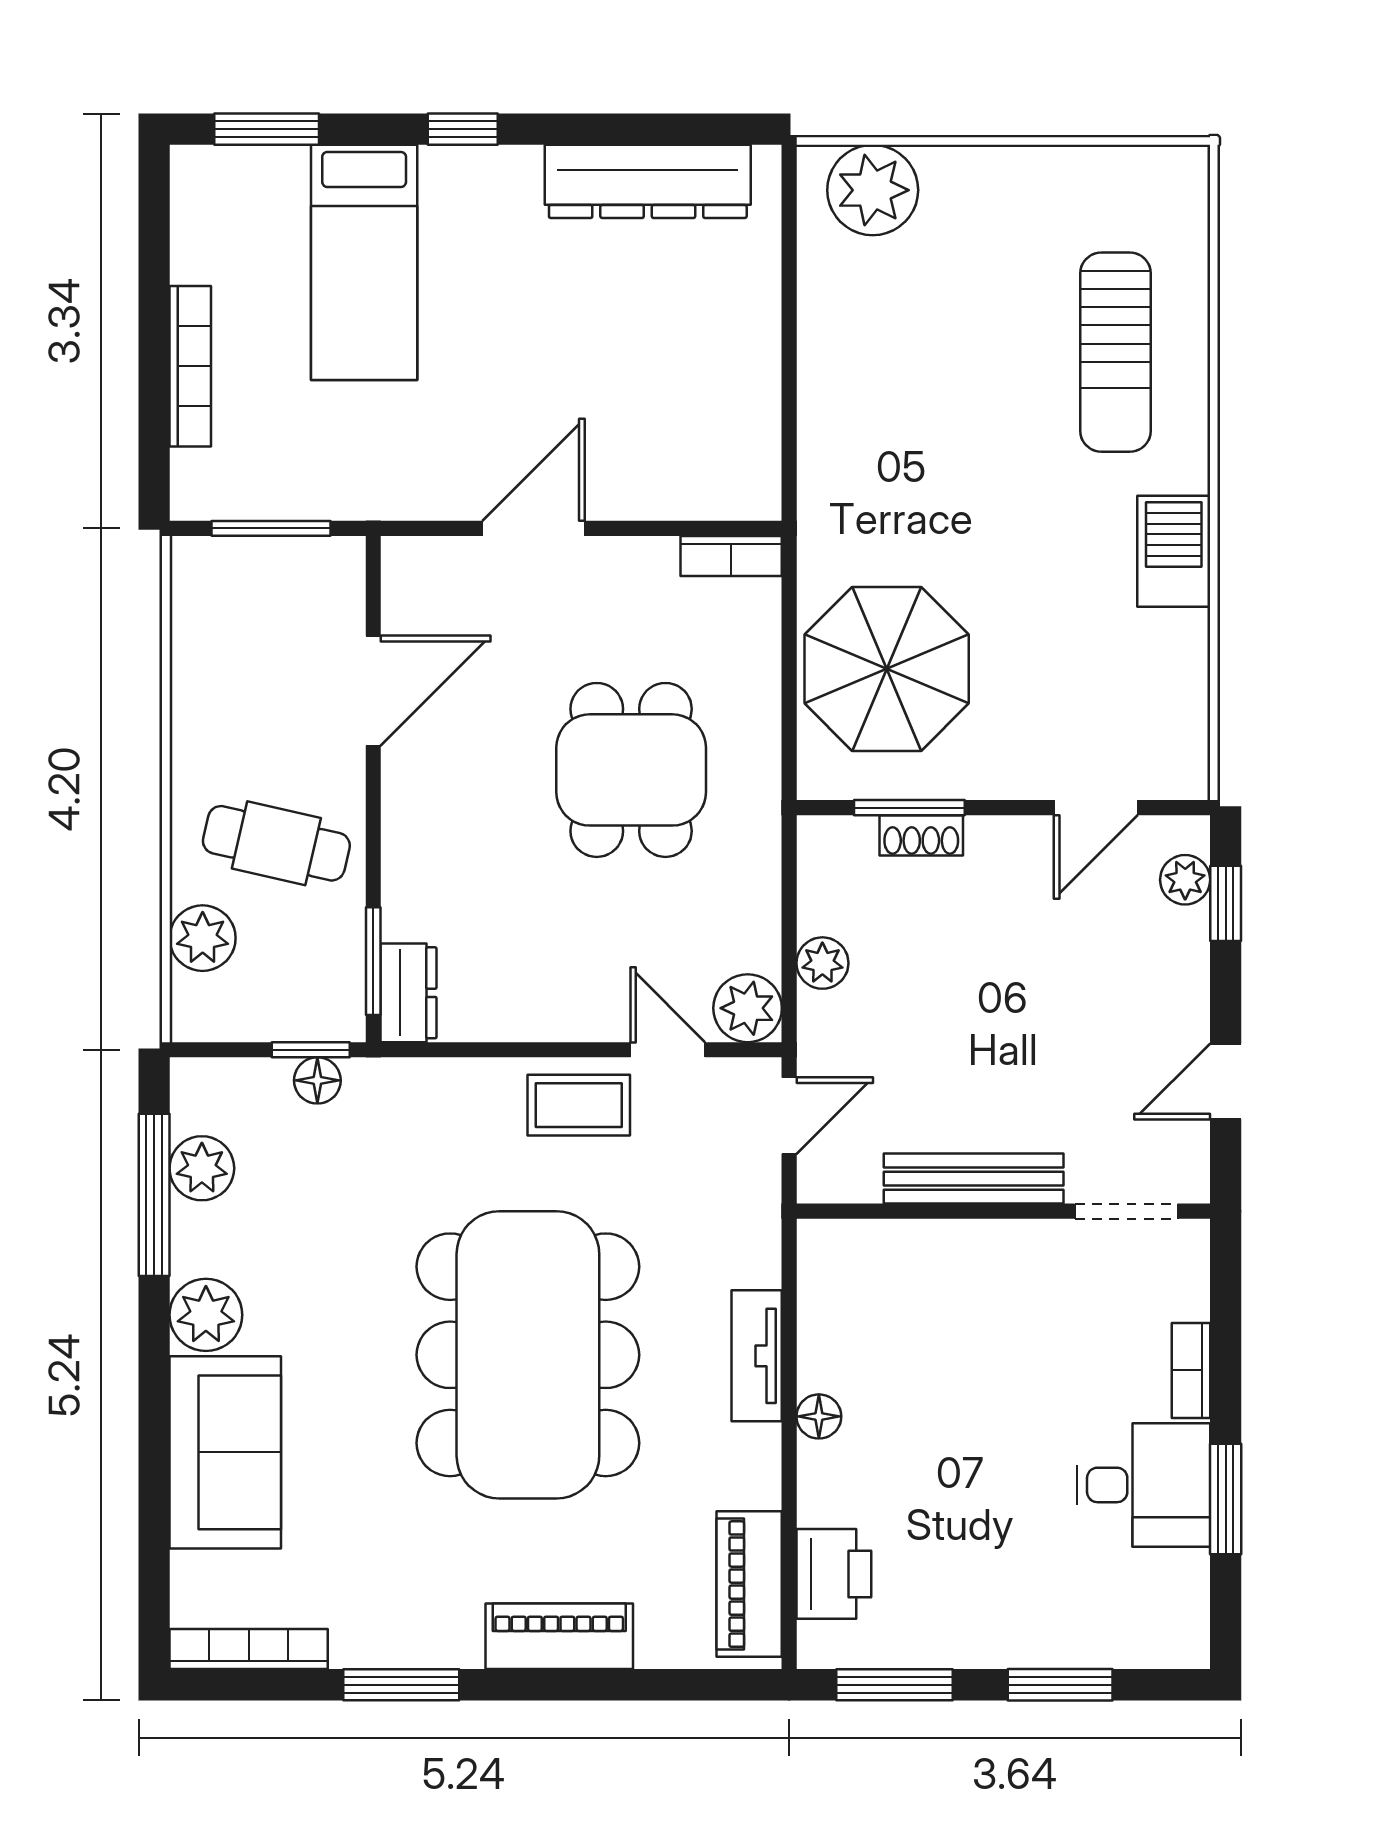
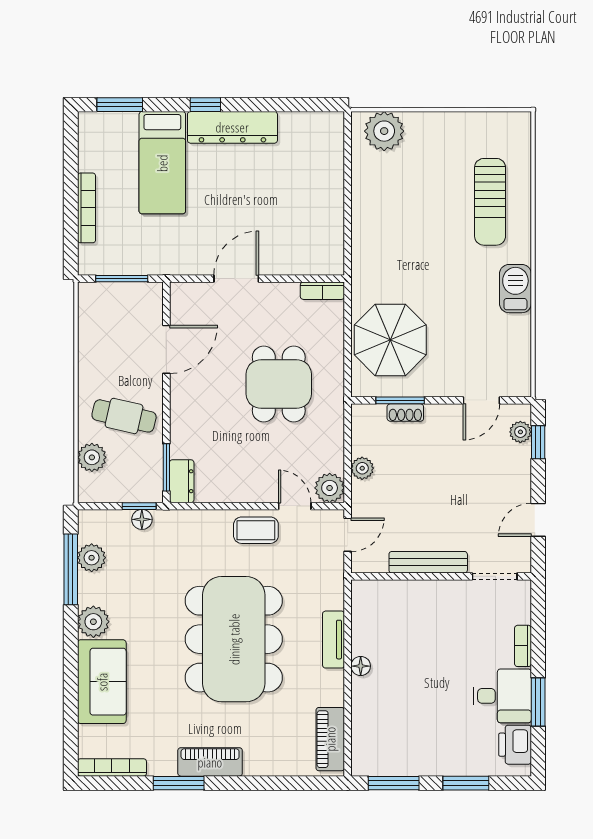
dresser: (648, 181) -> (232, 127), moved
printer: (834, 1574) -> (515, 745), moved, turned 180
piano: (559, 1636) -> (210, 762), moved

